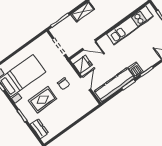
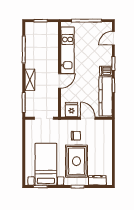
door: (89, 45) -> (60, 81), moved
rug: (43, 100) -> (76, 161), width x1.36, depth x1.43

